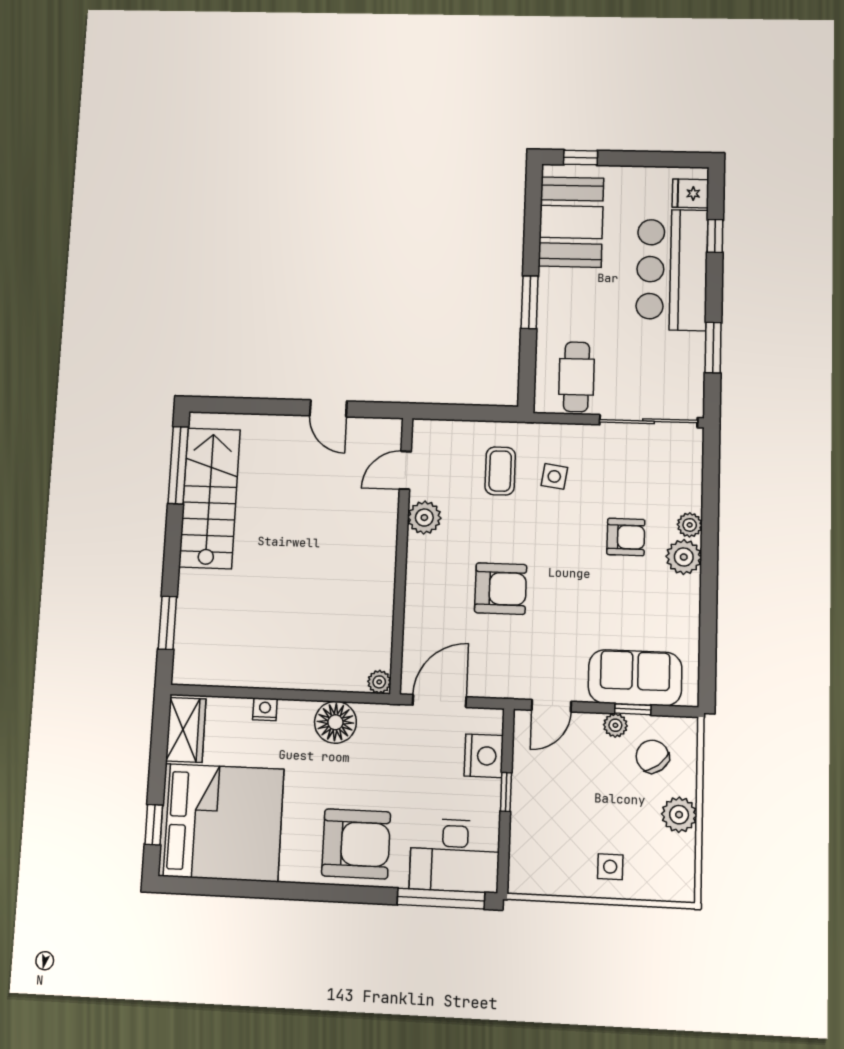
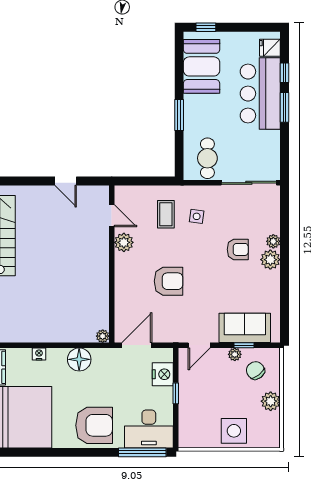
window: (713, 348) -> (285, 107), moved
door: (405, 470) -> (112, 216), swing flipped
side table: (610, 867) -> (234, 431), width x1.87, depth x1.87

